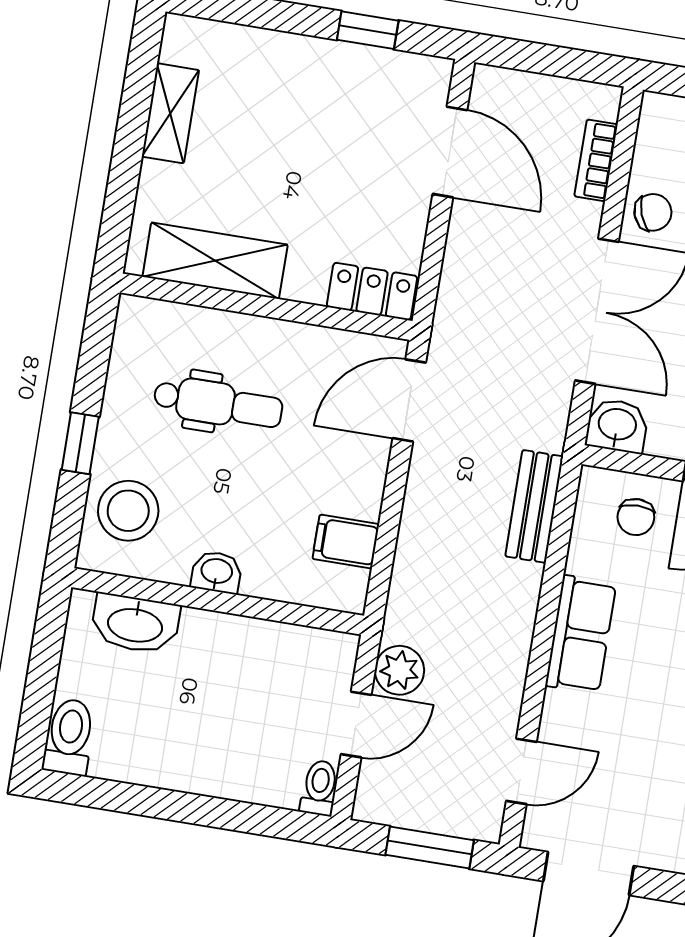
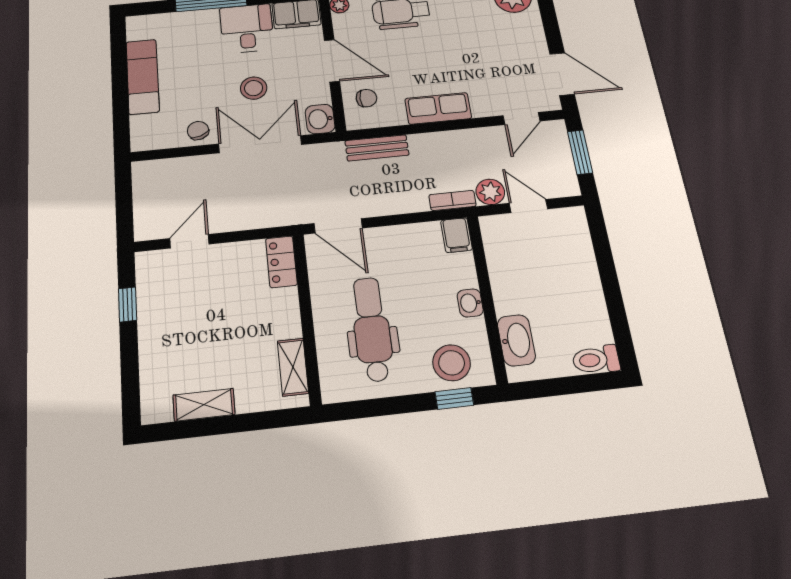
door: (450, 152) -> (189, 241), width x0.73
bookcase: (596, 160) -> (452, 200), moved, turned 180
shelving: (215, 261) -> (293, 367), width x0.67, depth x0.75
dental chair: (218, 404) -> (372, 329), width x1.36, depth x1.38
window: (80, 443) -> (454, 398), moved
filing cabinet: (346, 542) -> (456, 235), moved
door: (521, 771) -> (522, 118), swing flipped
toilet: (319, 788) -> (571, 216), removed

